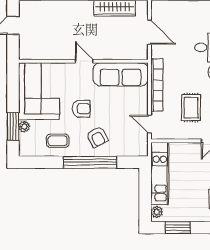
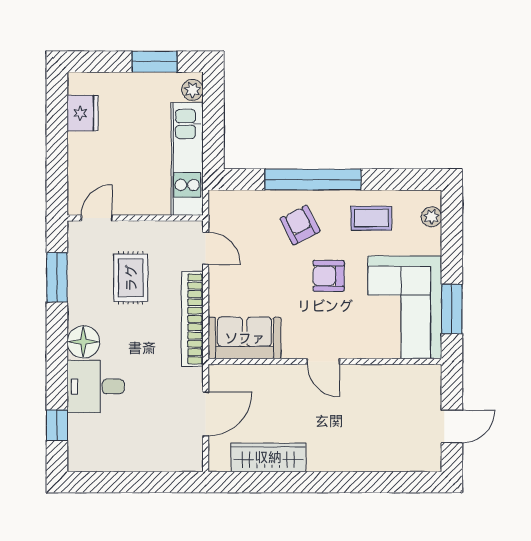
door: (149, 32) -> (206, 414), swing flipped
sofa: (121, 74) -> (245, 338), width x0.73
window: (13, 126) -> (452, 309), moved
plant: (24, 127) -> (431, 217), moved

